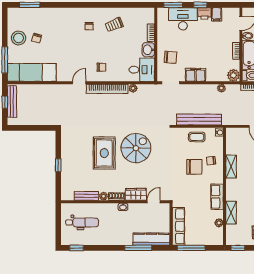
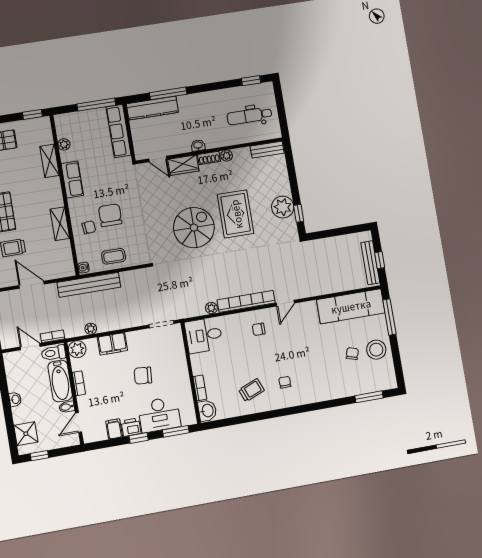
washbasin: (148, 50) -> (207, 411), moved
chair: (170, 57) -> (143, 376), moved
filing cabinet: (196, 75) -> (112, 344), moved
bench: (199, 120) -> (89, 285), moved
spiral stairs: (136, 148) -> (194, 228), turned 180
plant: (69, 152) -> (283, 207), added
window: (58, 165) -> (299, 213), moved
chair: (194, 167) -> (110, 215), turned 90
bench: (87, 196) -> (267, 150), moved
door: (154, 202) -> (158, 159), hinge flipped

